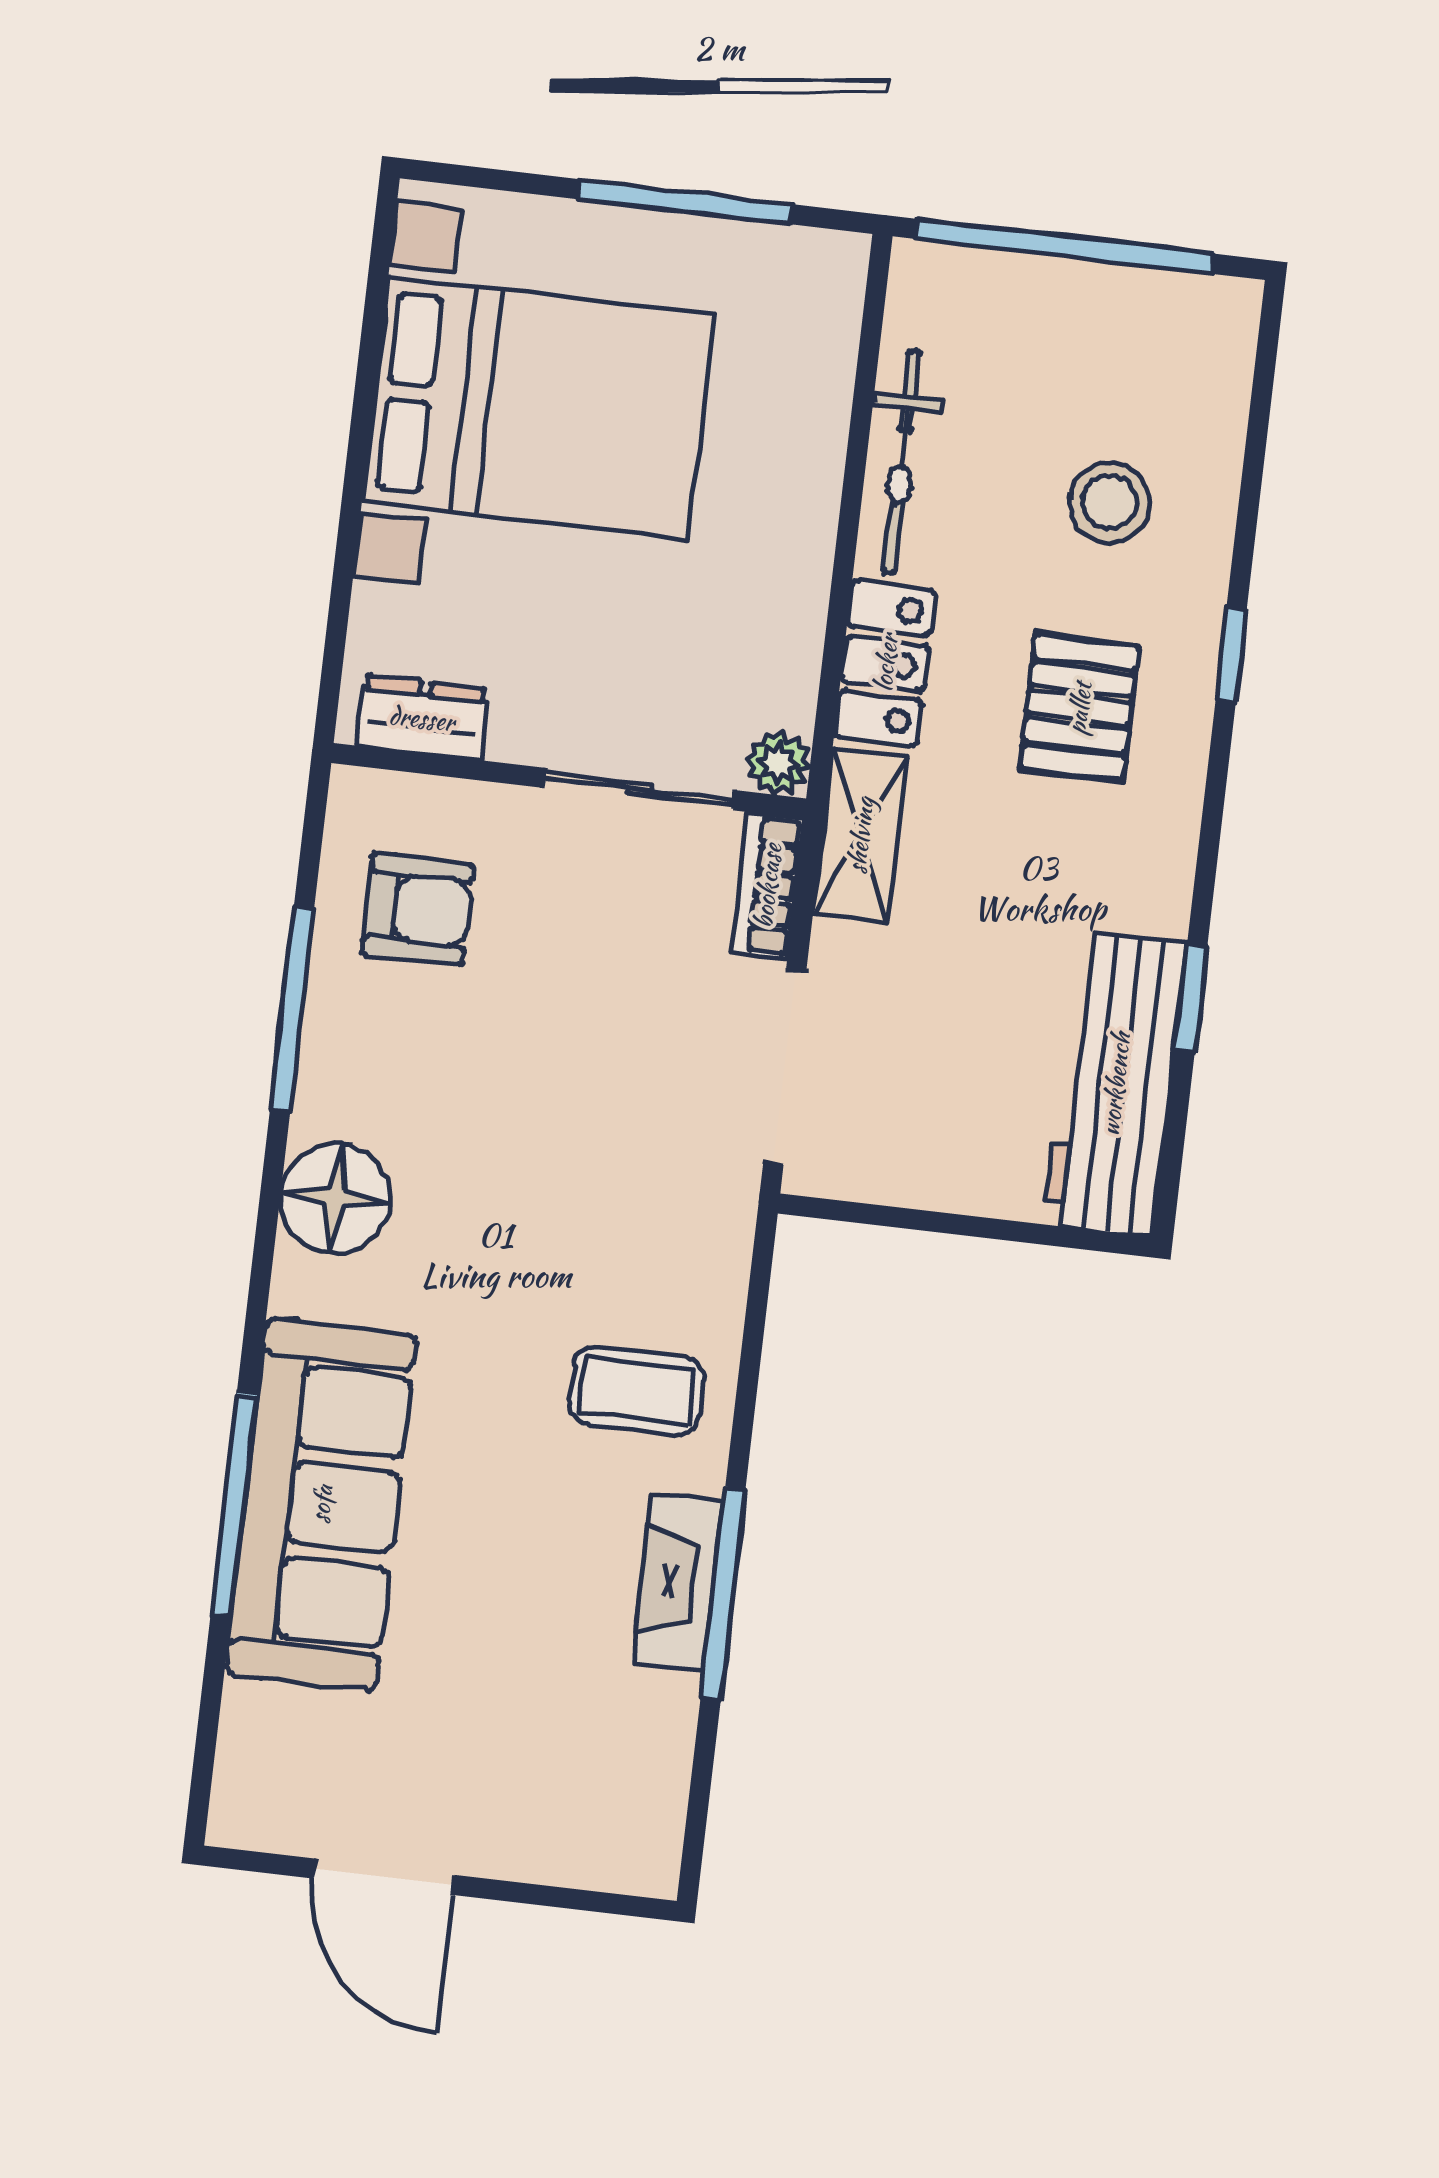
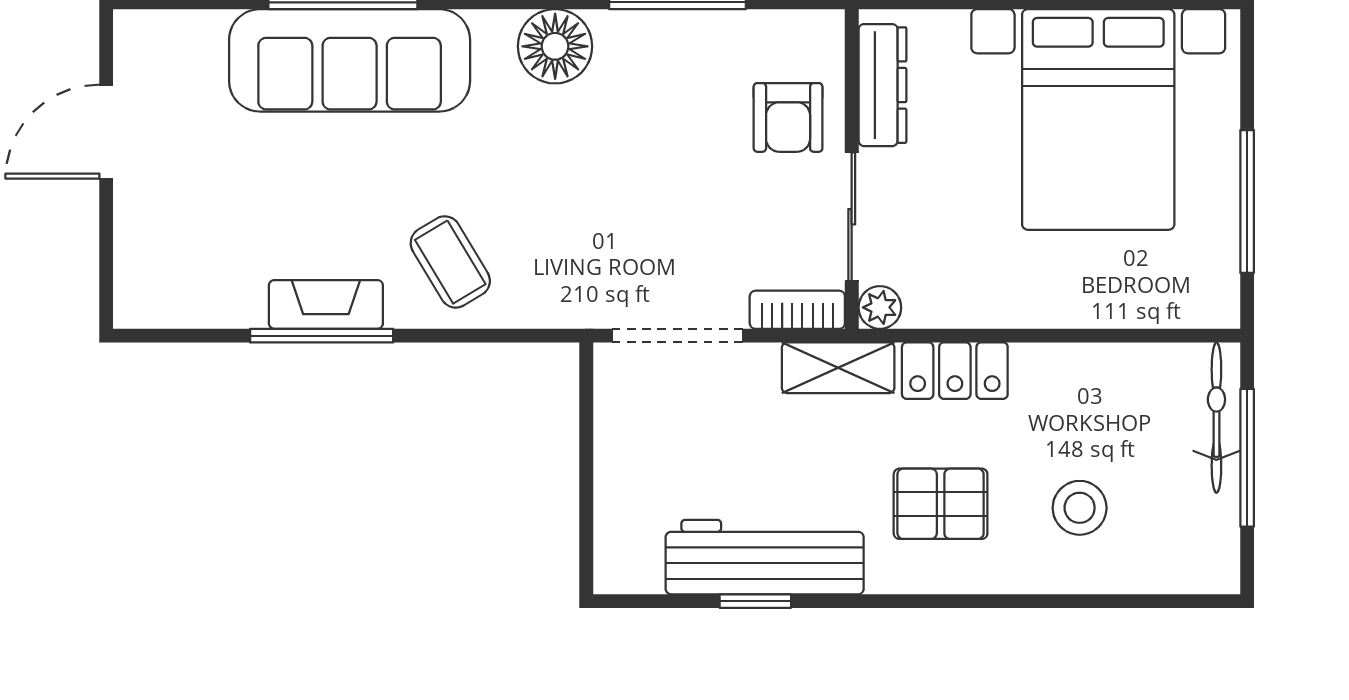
window: (1064, 246) -> (1247, 458), width x0.68
bicycle: (902, 462) -> (1216, 418), moved, turned 90
window: (1231, 655) -> (988, 601), removed
dresser: (422, 718) -> (882, 85), width x1.44
armchair: (418, 910) -> (788, 117), moved
workbench: (1115, 1084) -> (765, 557), moved
coffee table: (636, 1391) -> (450, 262), turned -31

